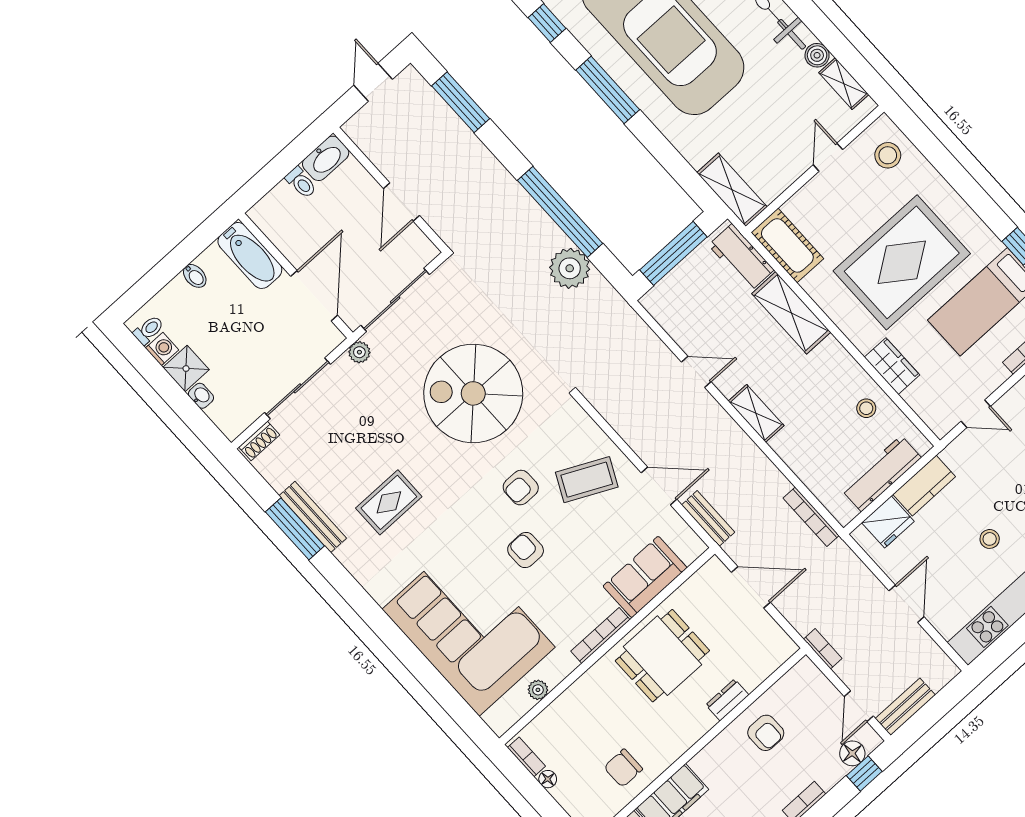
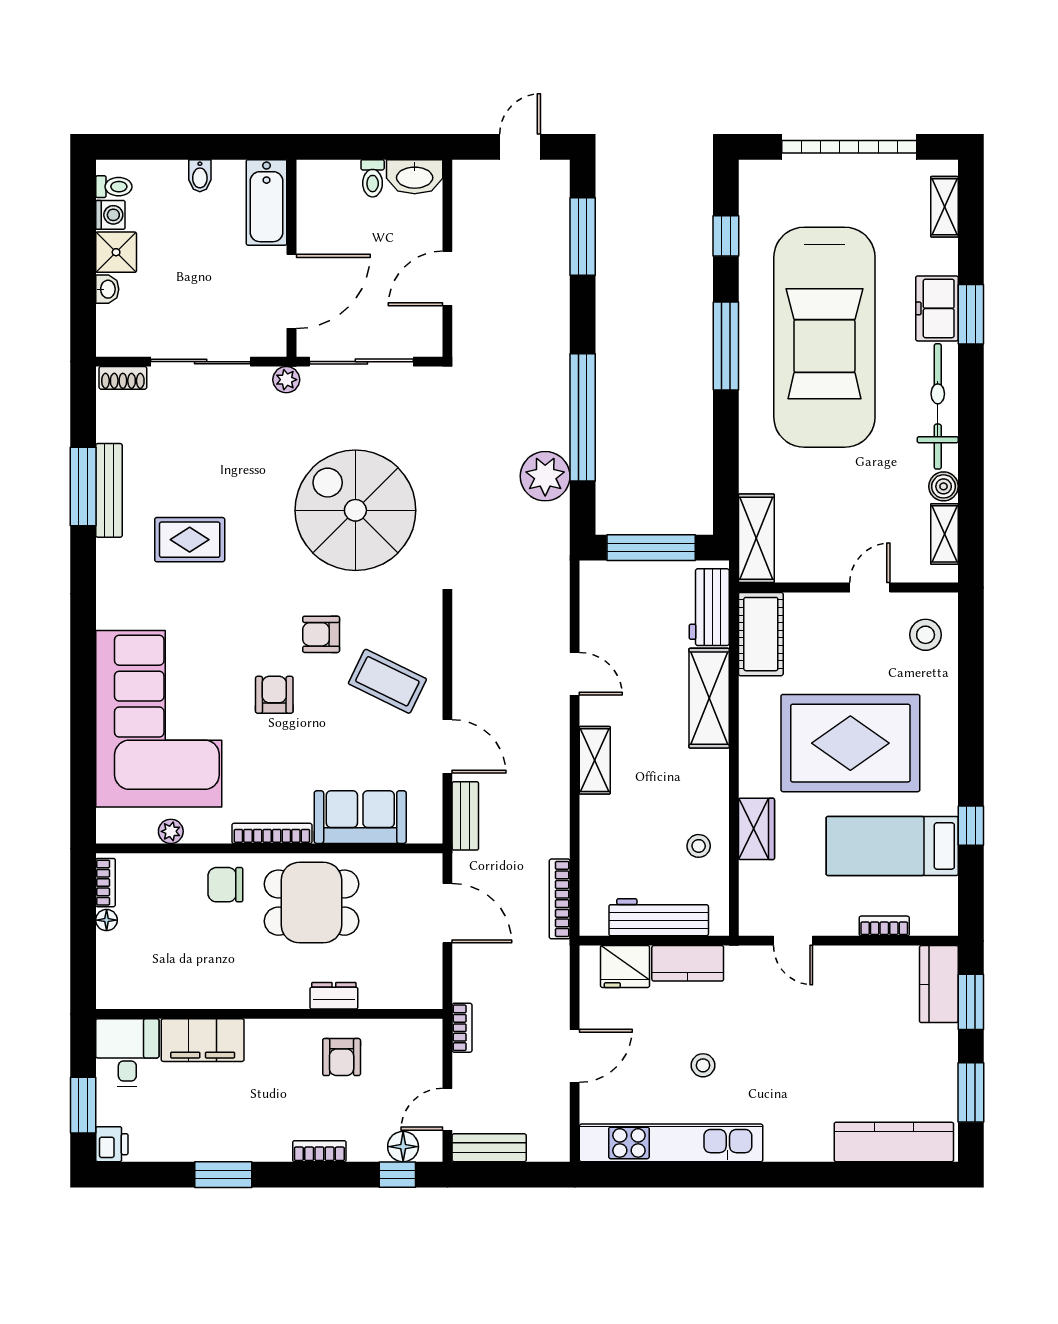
chair: (623, 768) -> (225, 885), moved

